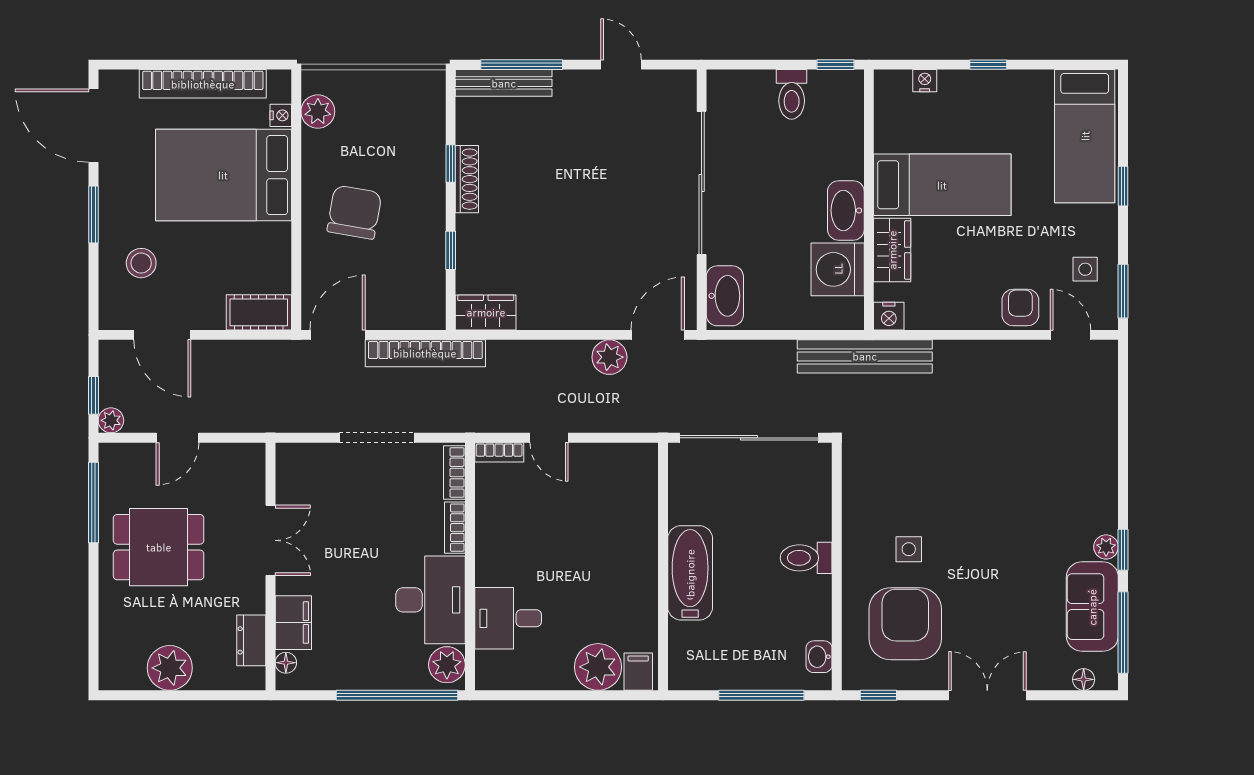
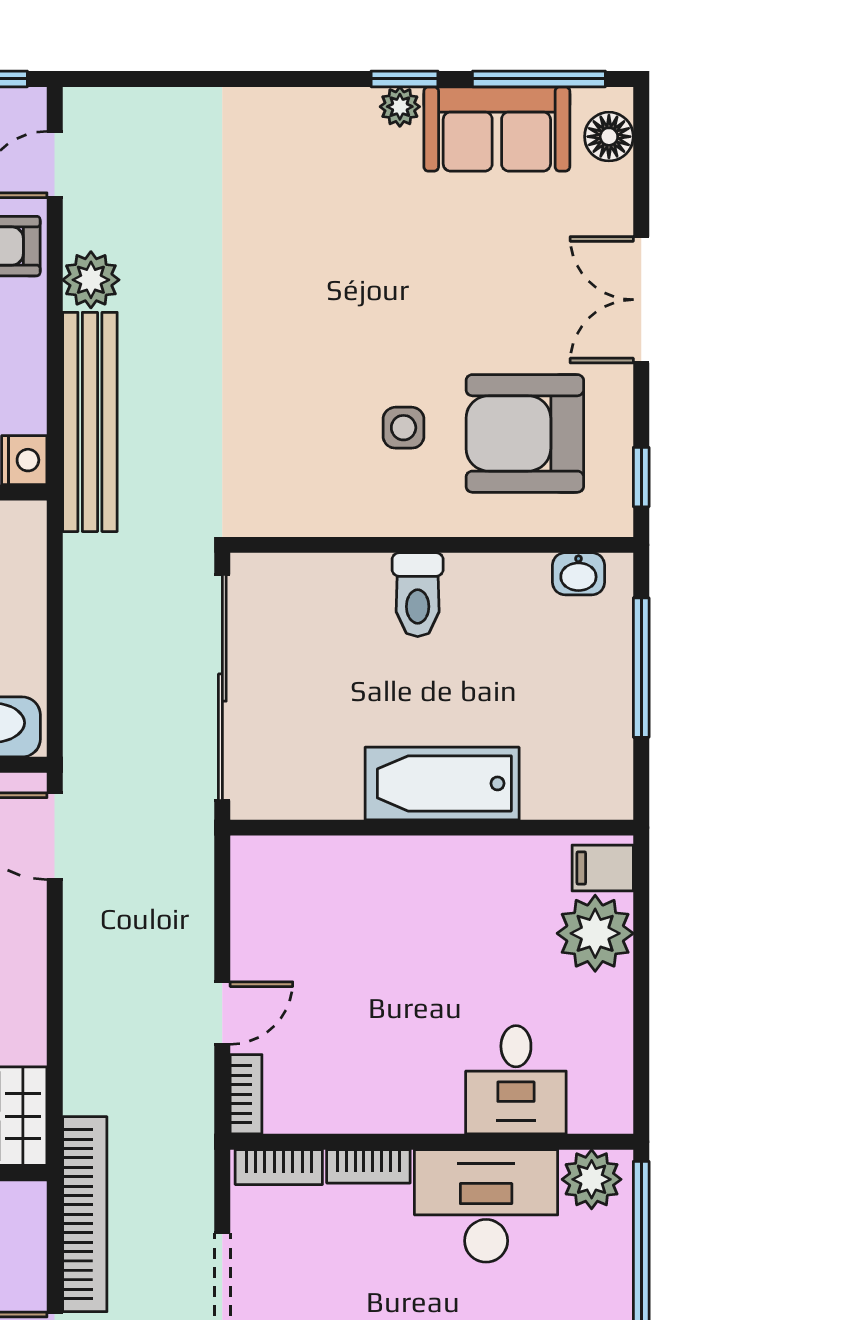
bench: (865, 356) -> (90, 422), moved
plant: (609, 357) -> (91, 280), moved
floor lamp: (1084, 679) -> (609, 137), width x1.37, depth x1.37

